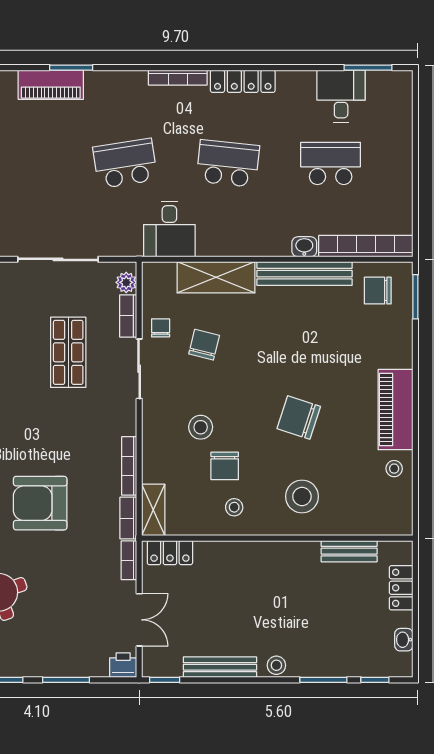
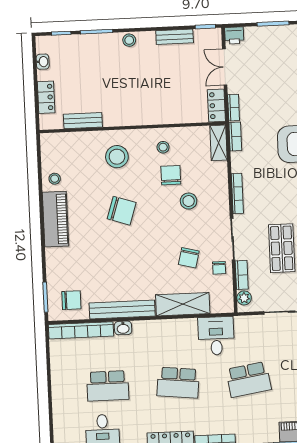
bookcase: (129, 466) -> (237, 193), moved
locker: (170, 553) -> (216, 105), moved, turned -90
bench: (220, 667) -> (175, 37), width x0.73

